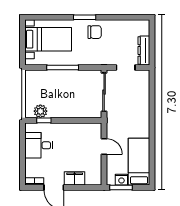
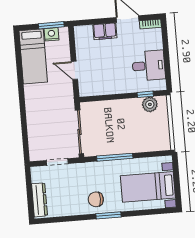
dresser: (144, 50) -> (39, 200), moved
window: (63, 68) -> (115, 157), moved

